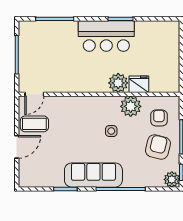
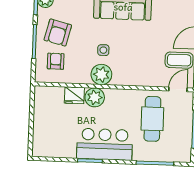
cafe table: (59, 64) -> (152, 119), added
plant: (131, 106) -> (101, 74), moved
armchair: (159, 118) -> (56, 61), turned 180

